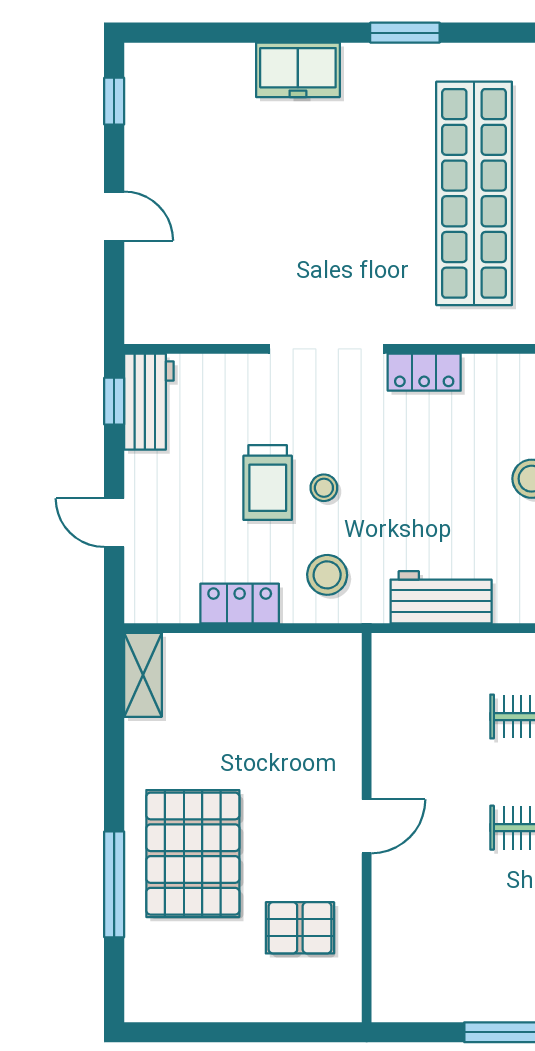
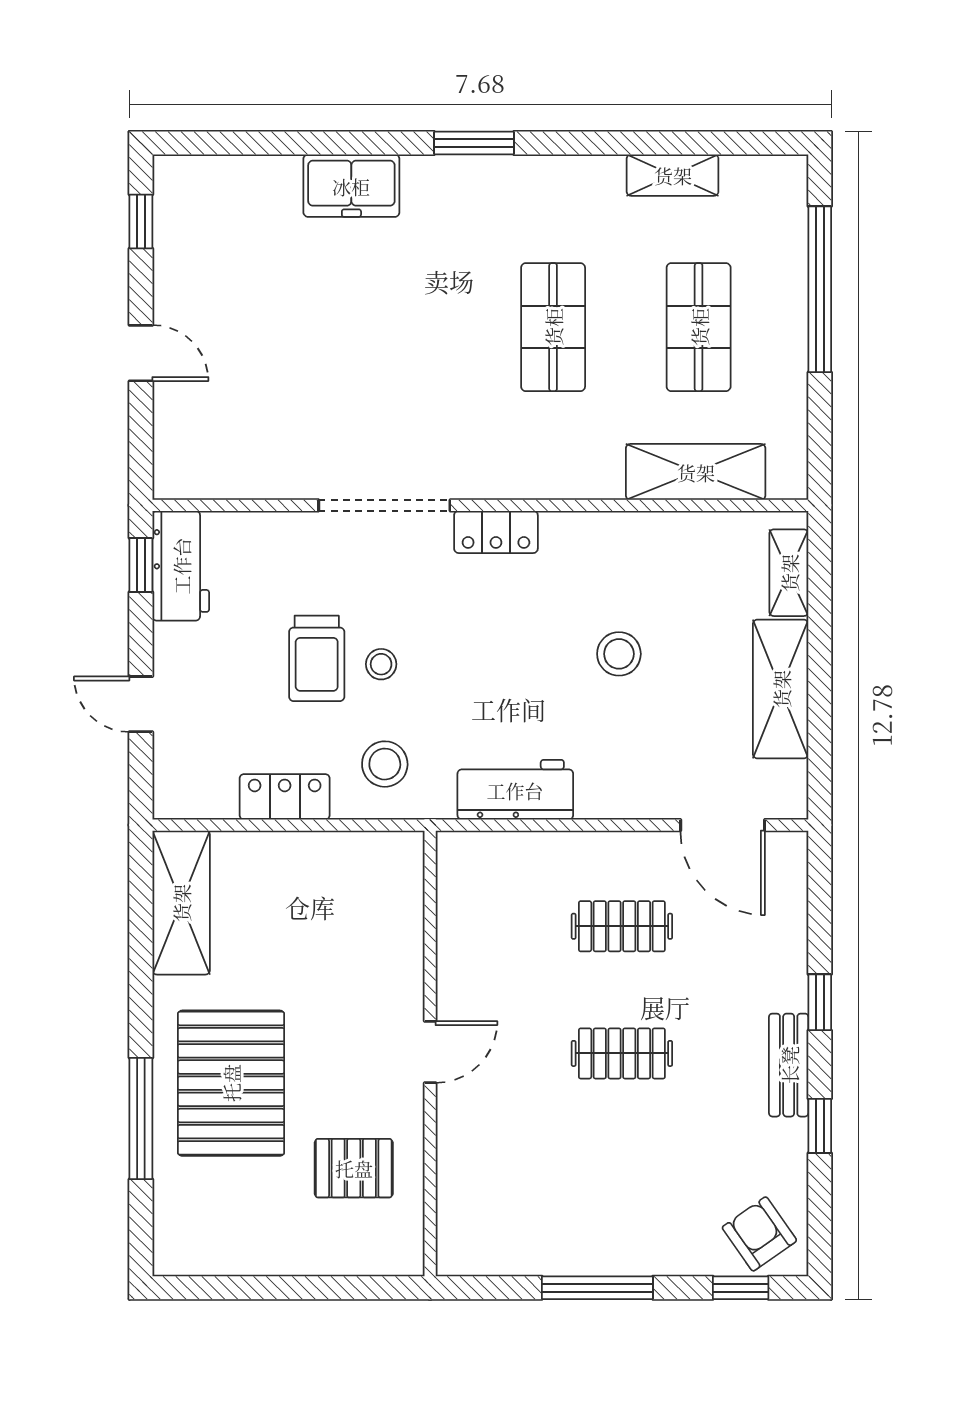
shop shelf: (474, 193) -> (553, 327), width x0.50, depth x0.74
shelving: (143, 675) -> (181, 903), width x1.50, depth x1.33

